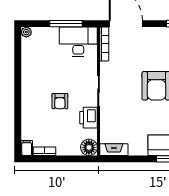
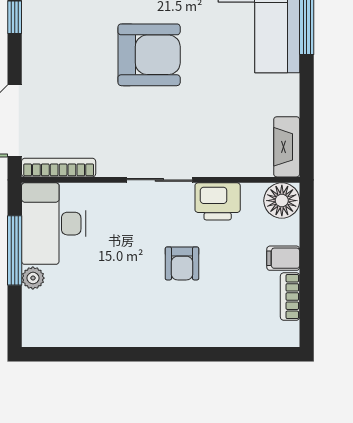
plant: (26, 32) -> (33, 278), moved
armchair: (60, 101) -> (182, 263), turned 90
filing cabinet: (27, 148) -> (283, 258), moved

